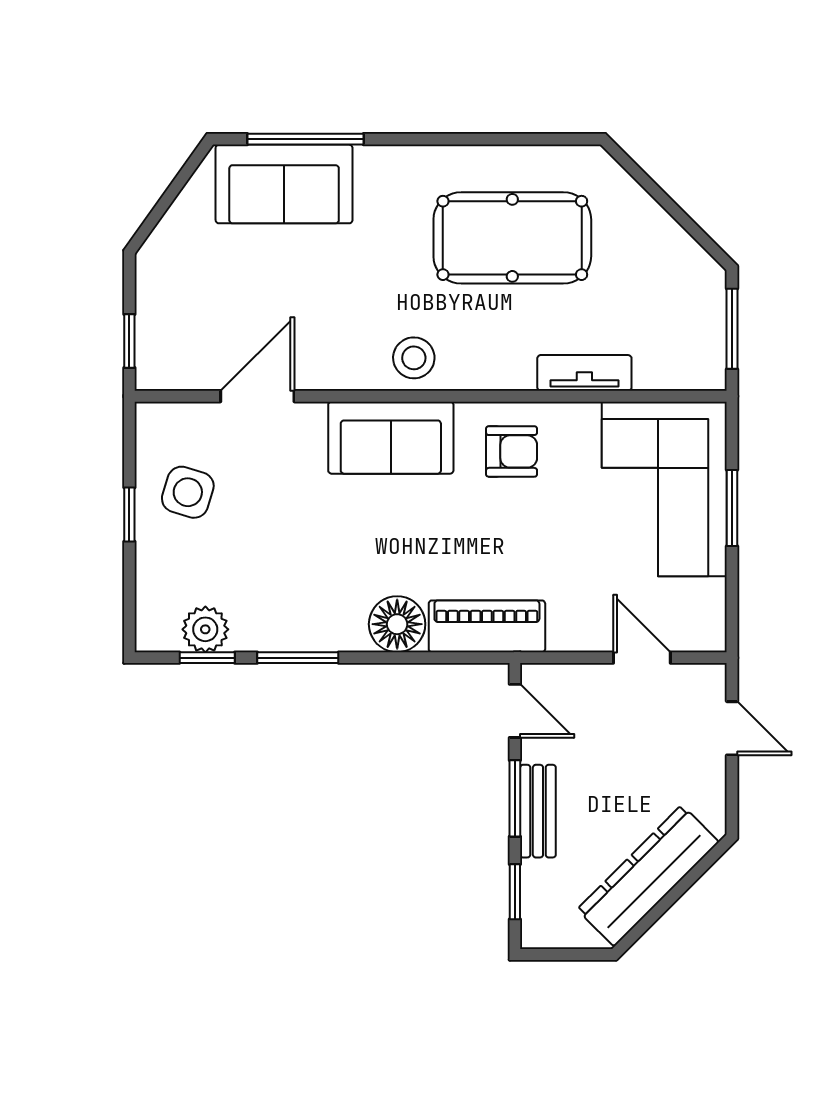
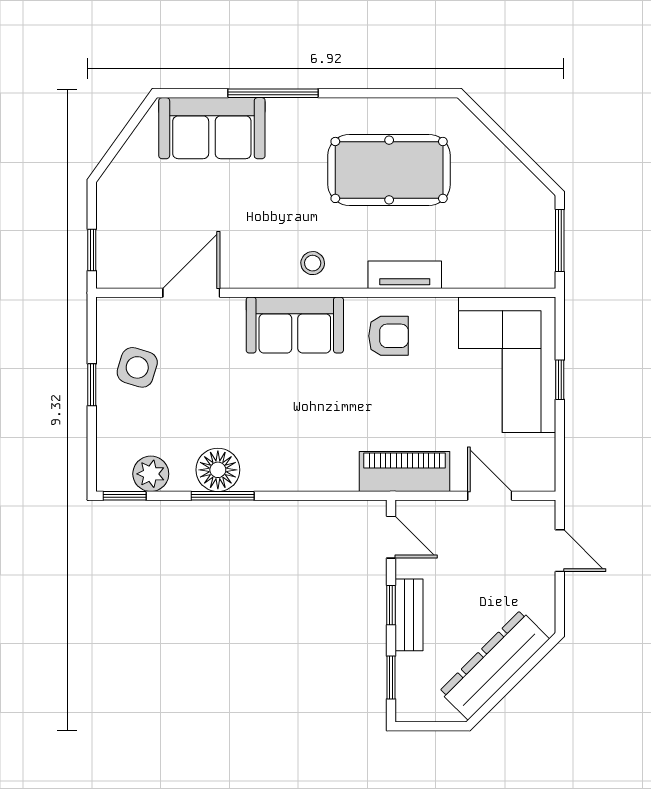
window: (305, 139) -> (273, 93), moved
stool: (414, 358) -> (313, 263), width x0.73, depth x0.73
tv unit: (584, 373) -> (405, 275), moved
window: (732, 508) -> (560, 380), width x0.67
floor lamp: (397, 624) -> (218, 470), moved
piano: (487, 626) -> (405, 471), moved
window: (207, 658) -> (125, 496), moved
window: (515, 798) -> (391, 605), width x0.67

